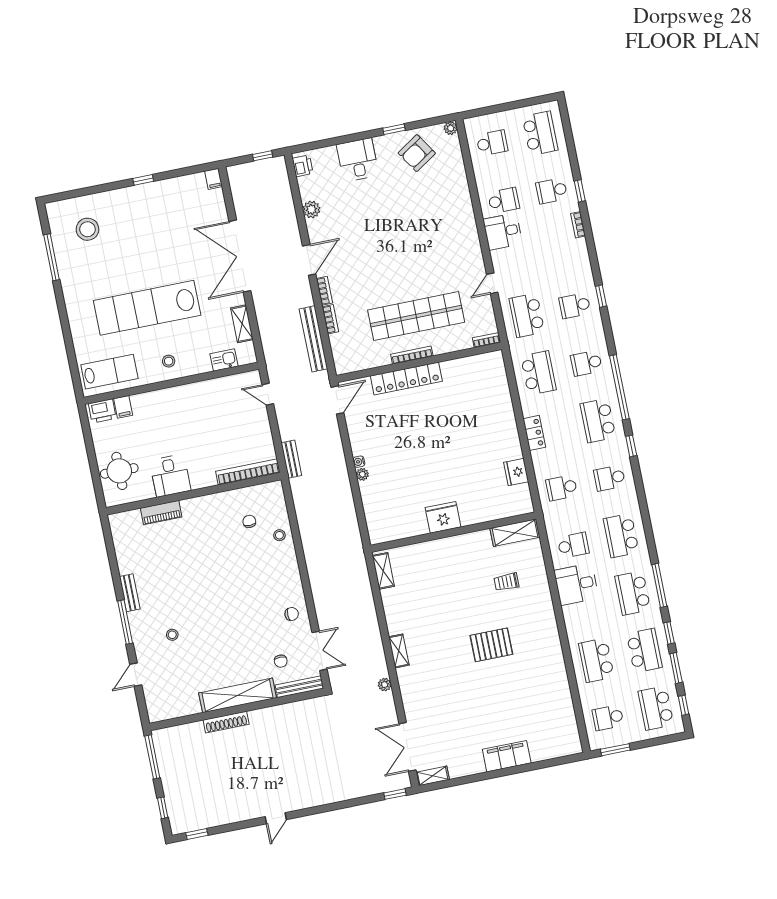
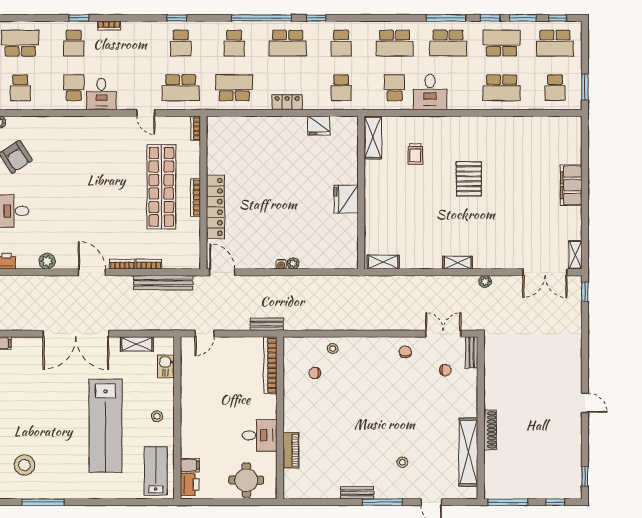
school desk: (492, 143) -> (20, 88), turned 180
bench: (299, 687) -> (472, 352), width x0.73
shelving: (238, 695) -> (468, 452), moved

